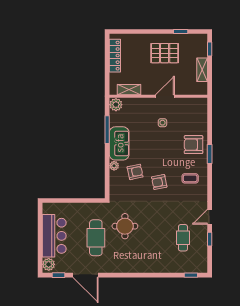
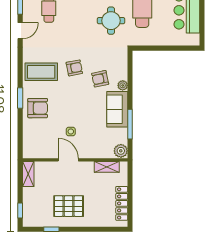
shelving: (202, 70) -> (28, 174), moved
door: (165, 96) -> (68, 160), swing flipped
coffee table: (190, 178) -> (41, 72), width x1.86, depth x1.72

